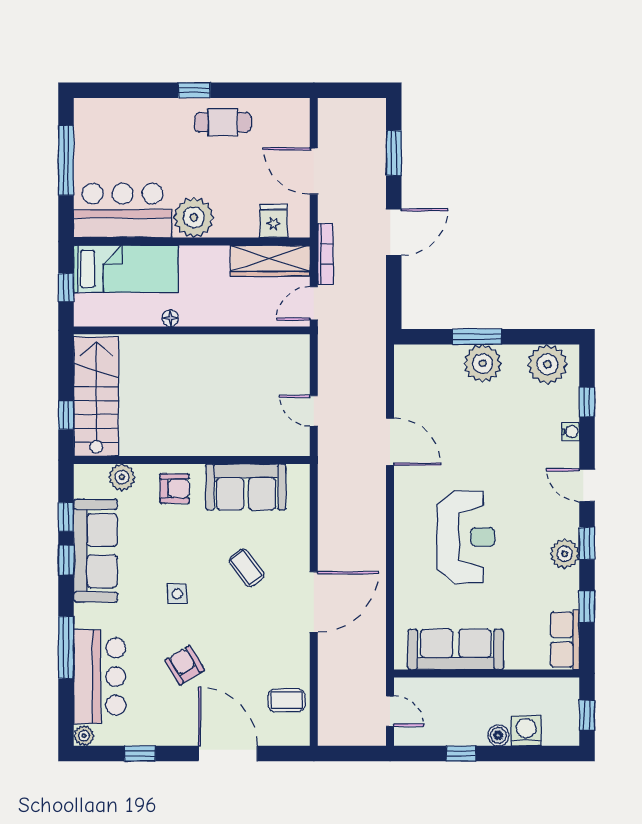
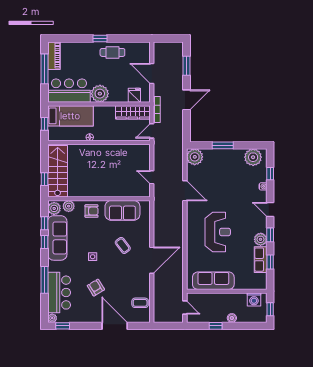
piano: (88, 130) -> (54, 56), added
plant: (483, 363) -> (195, 157), moved
plant: (88, 482) -> (54, 208), added
row of seats: (565, 640) -> (261, 260), moved
washing machine: (526, 731) -> (254, 299), moved, turned 180
window: (140, 753) -> (63, 326), moved

